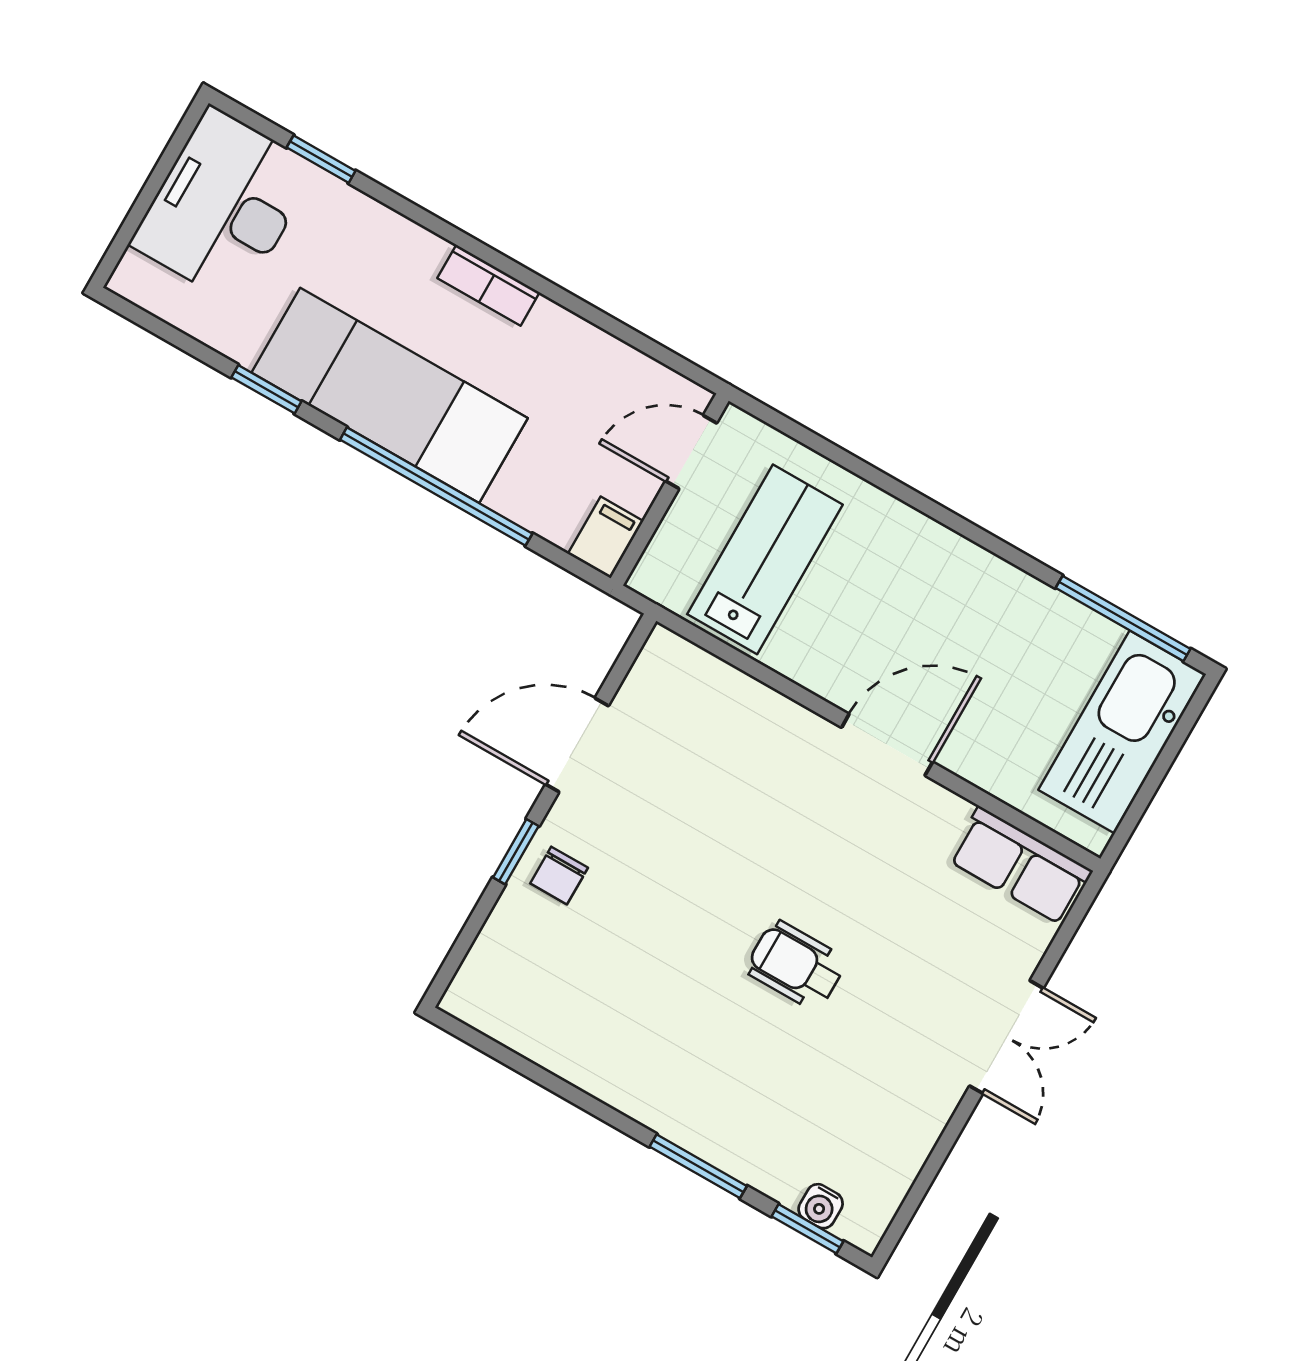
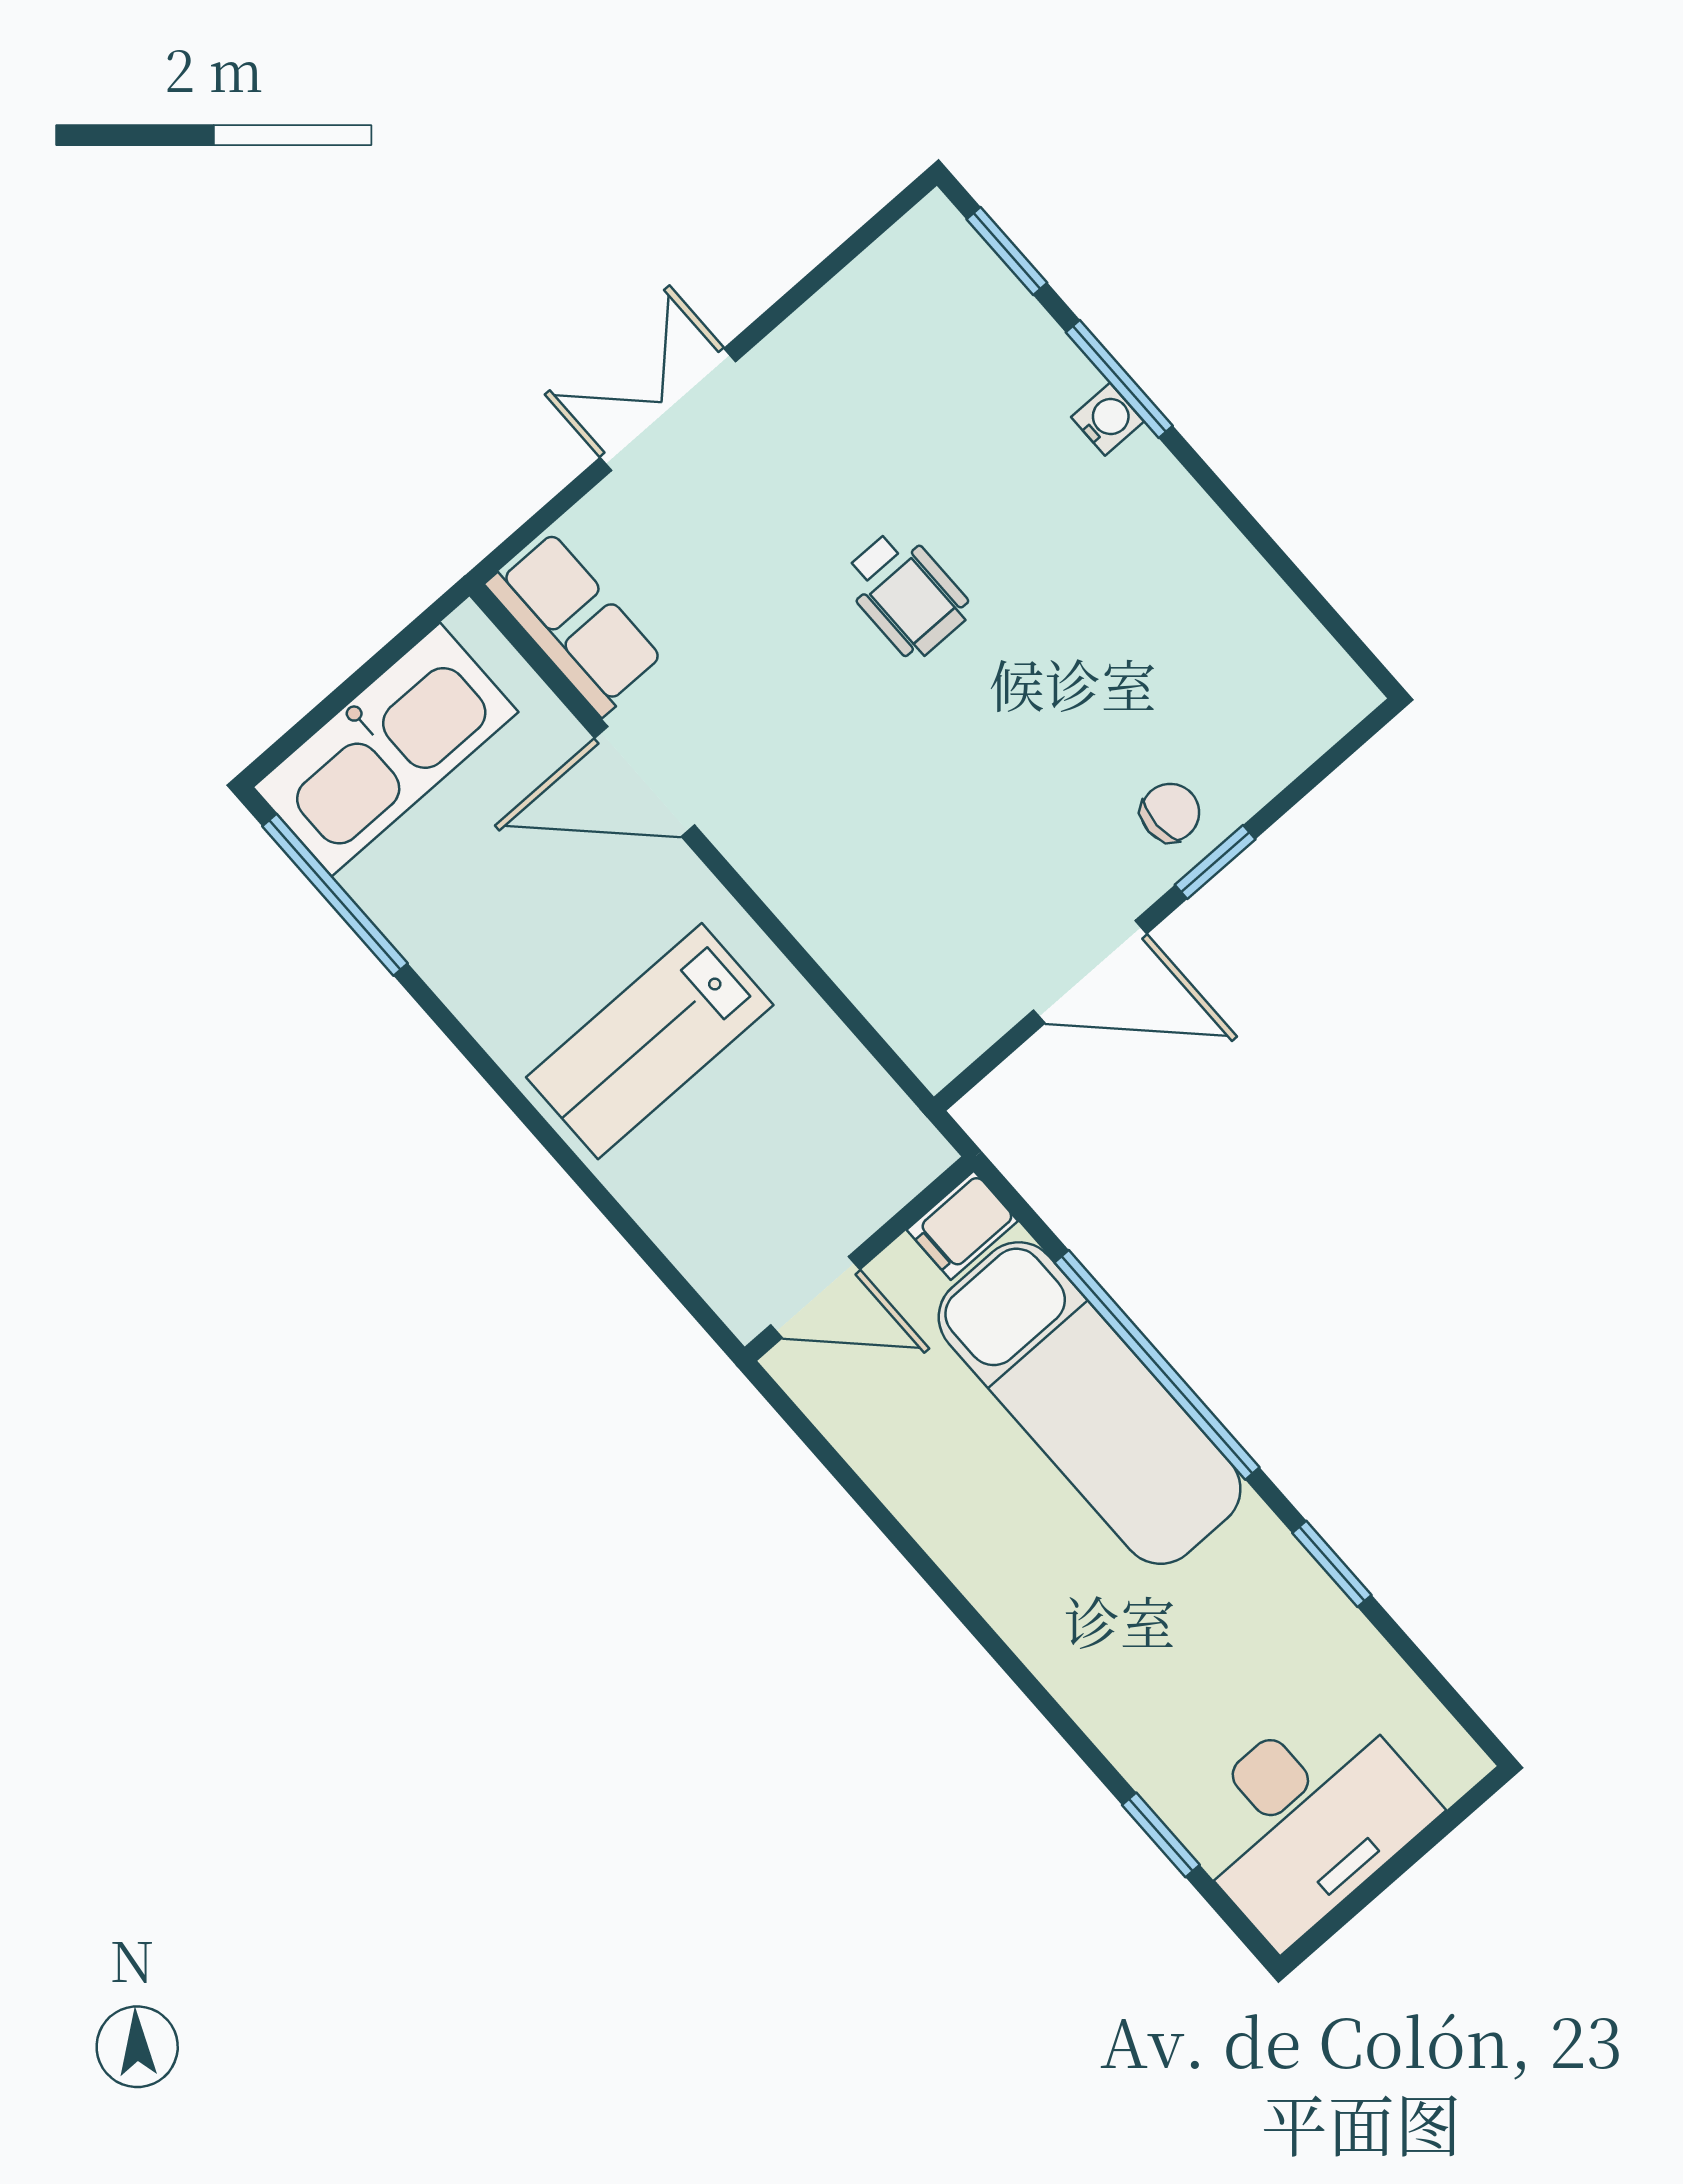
bookcase: (488, 285) -> (1002, 1600), removed
exam couch: (390, 395) -> (1090, 1403), moved
lab bench: (765, 559) -> (650, 1041), moved
door: (887, 745) -> (645, 782), moved
water cooler: (821, 1206) -> (1108, 419), moved

